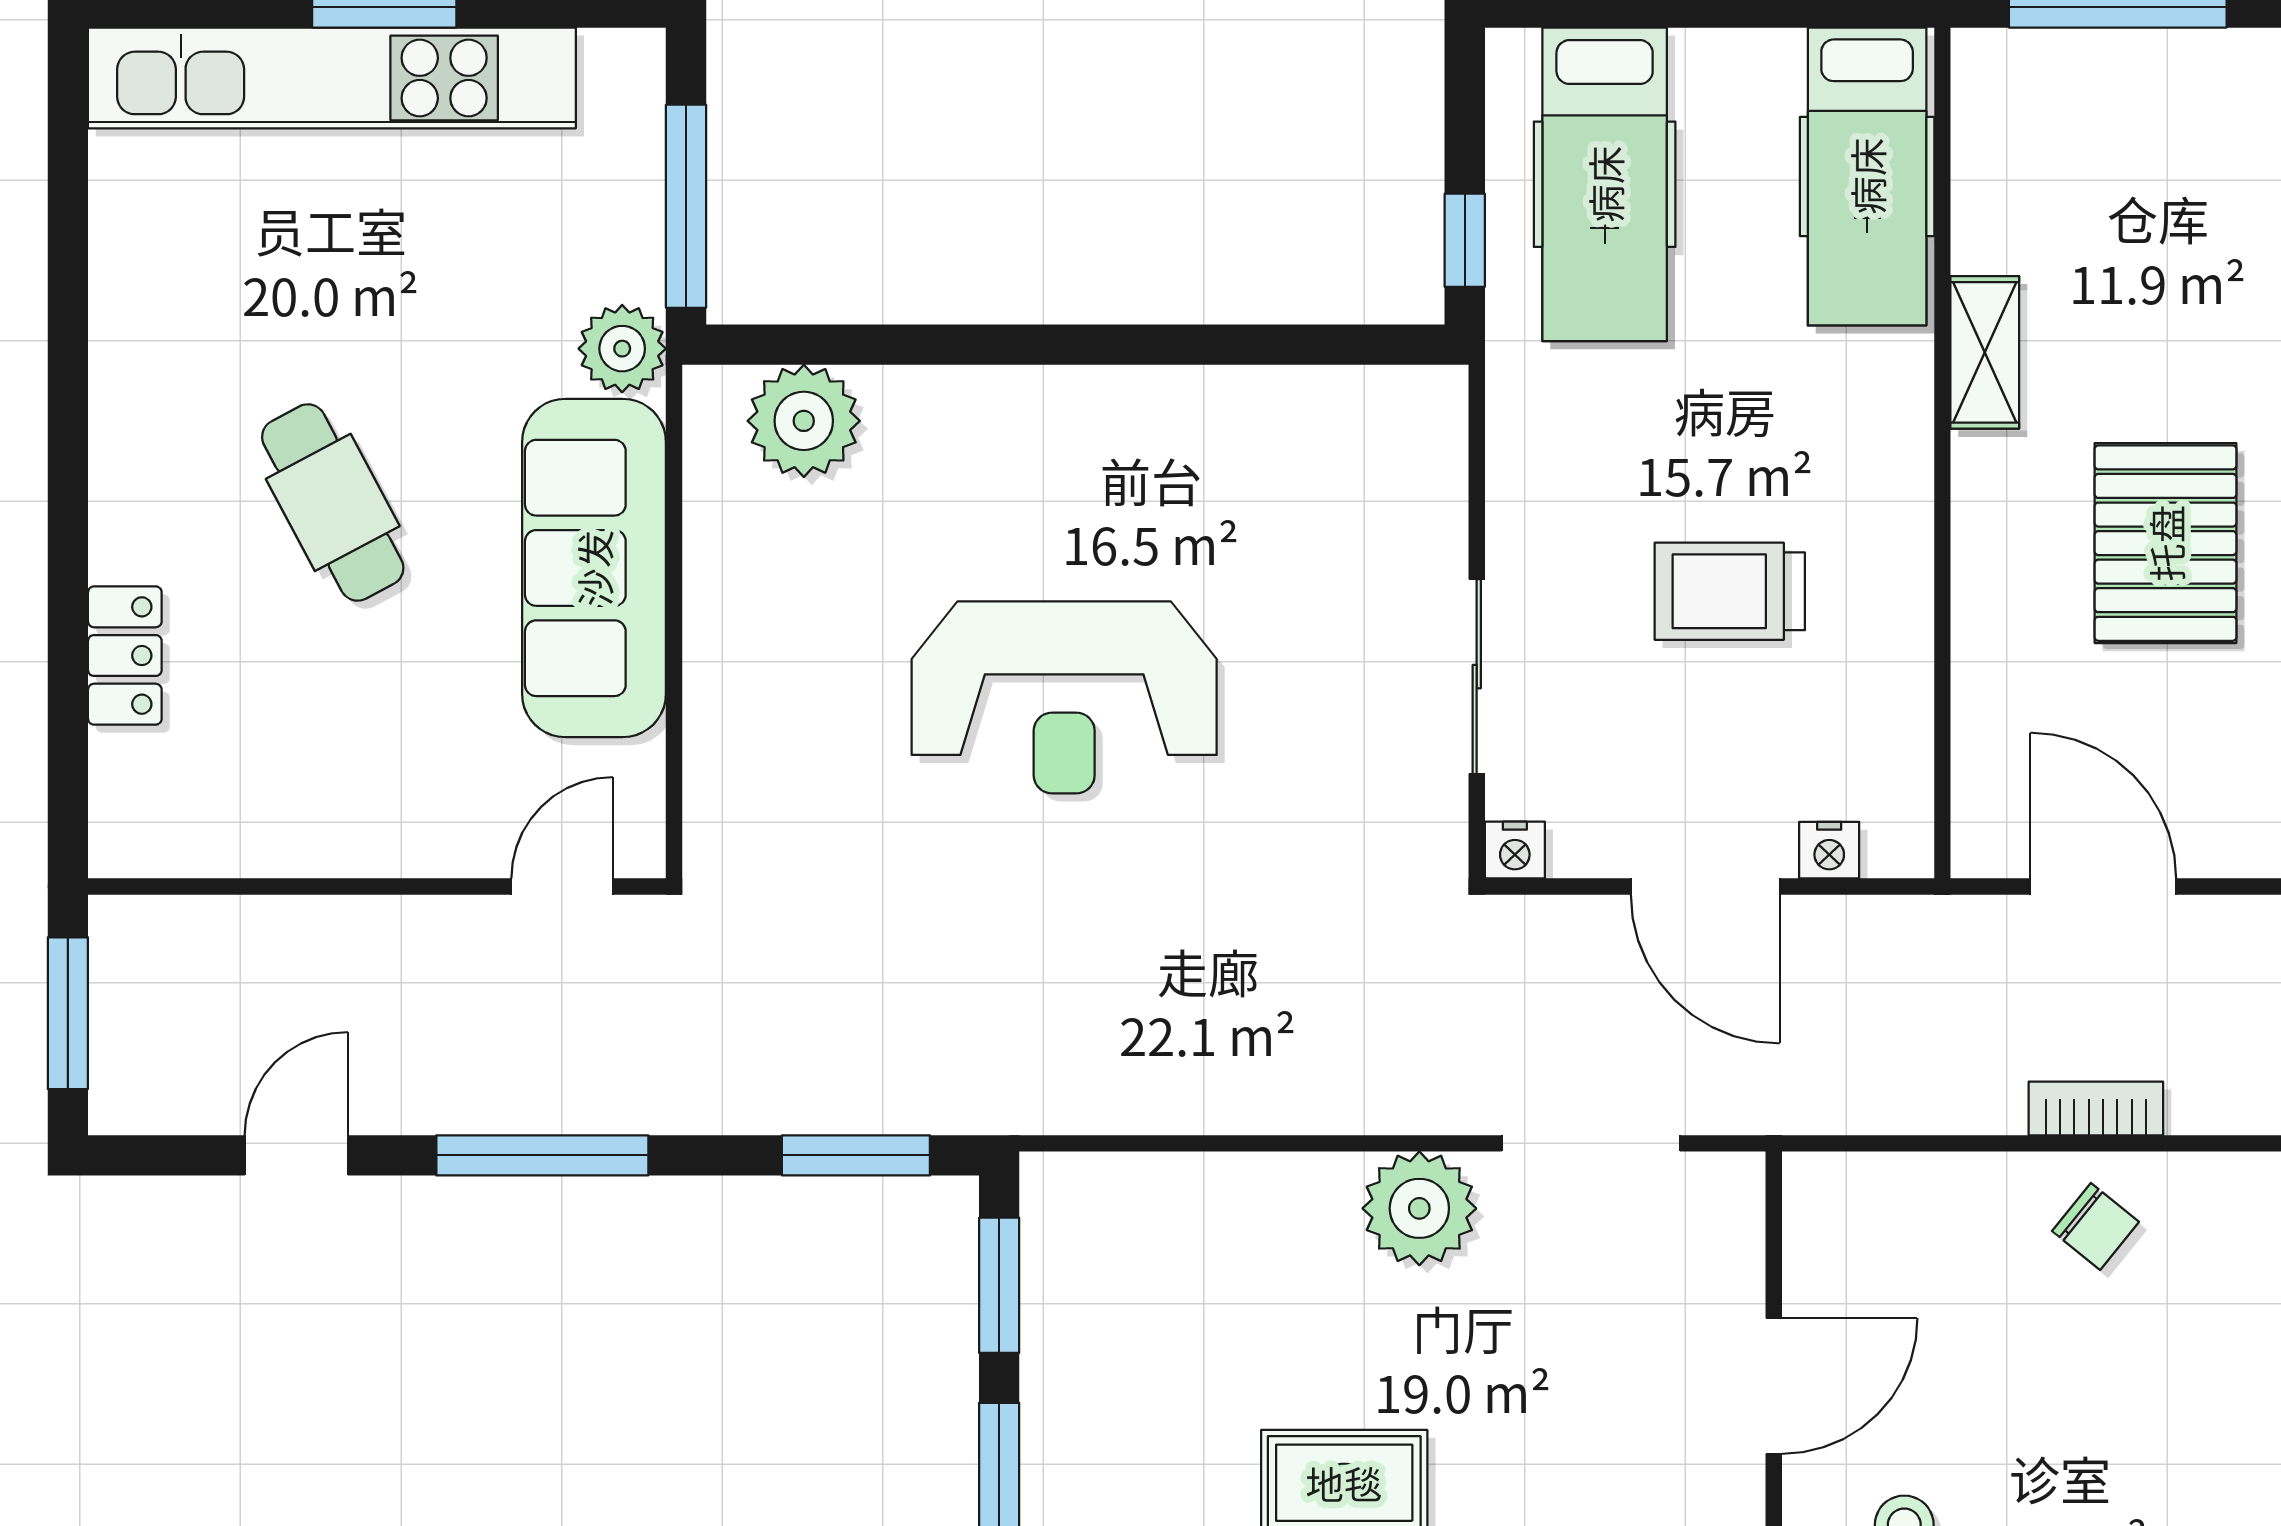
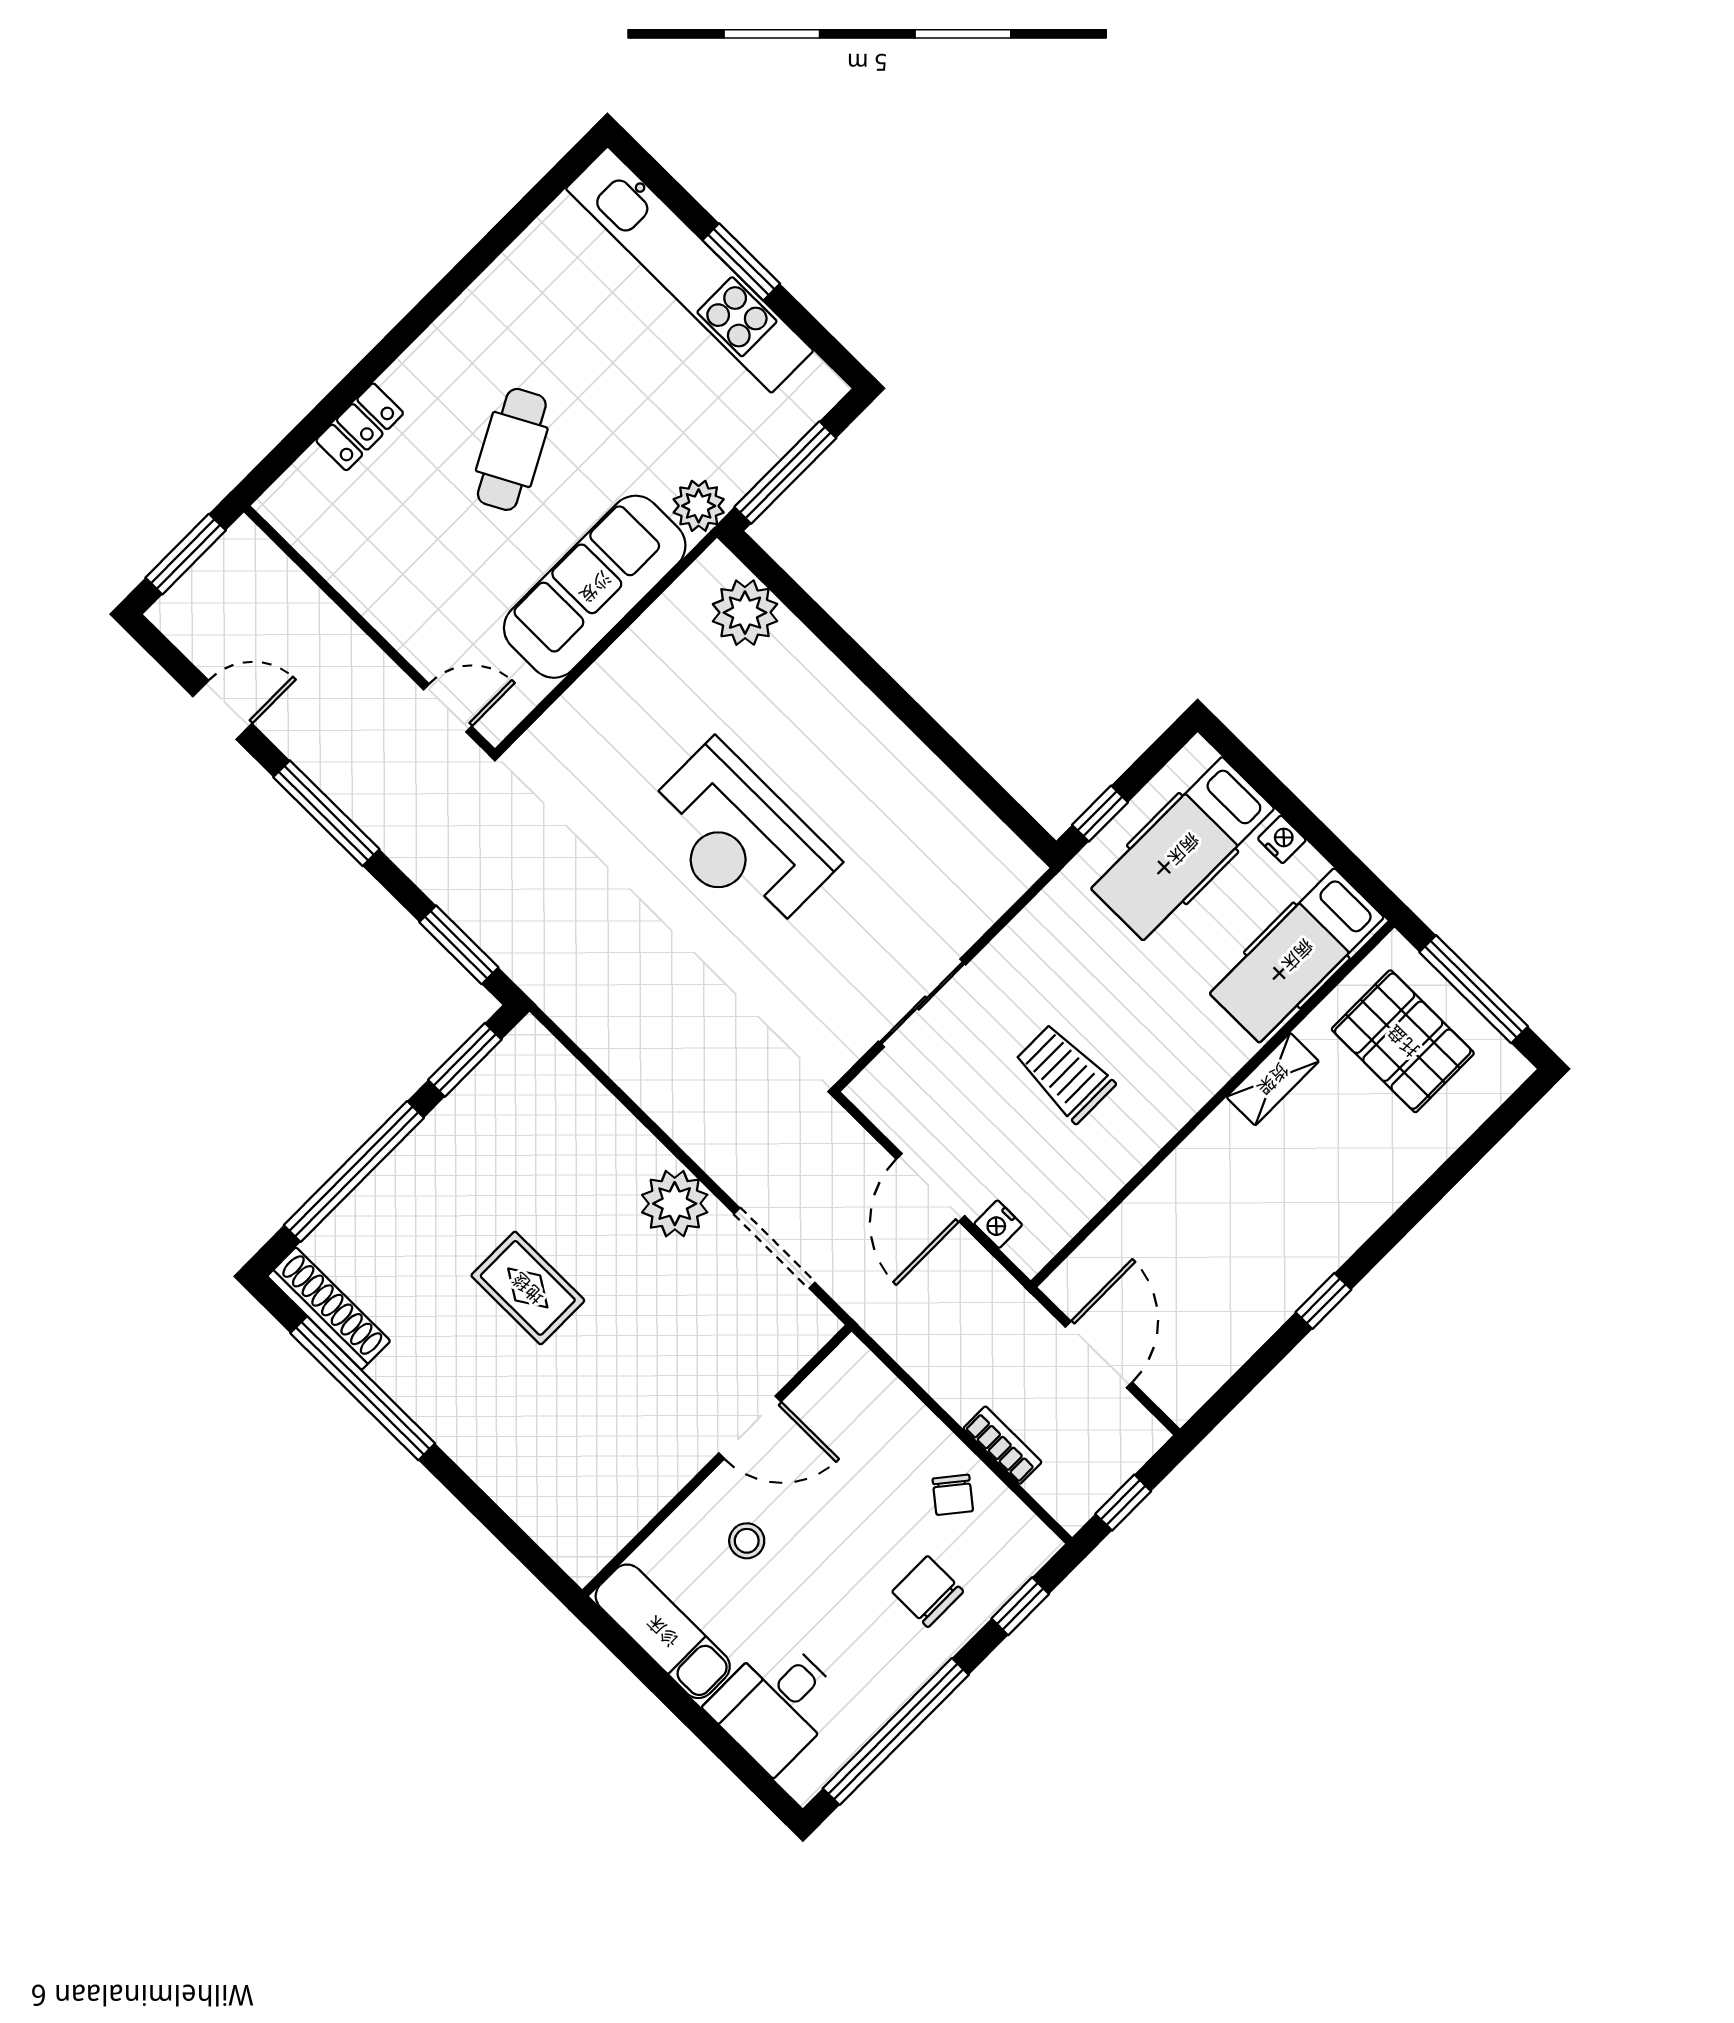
pallet: (2166, 543) -> (1403, 1041), moved, turned 90
nightstand: (1515, 850) -> (1282, 839), moved, turned 180
chair: (2180, 1371) -> (928, 1592), added

